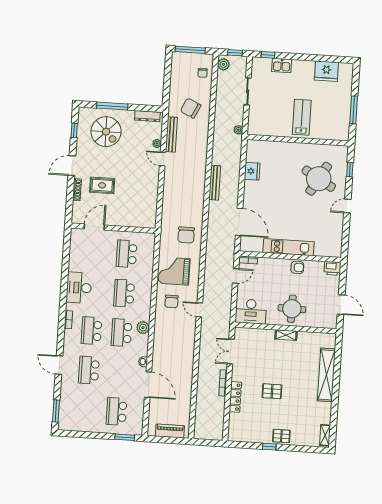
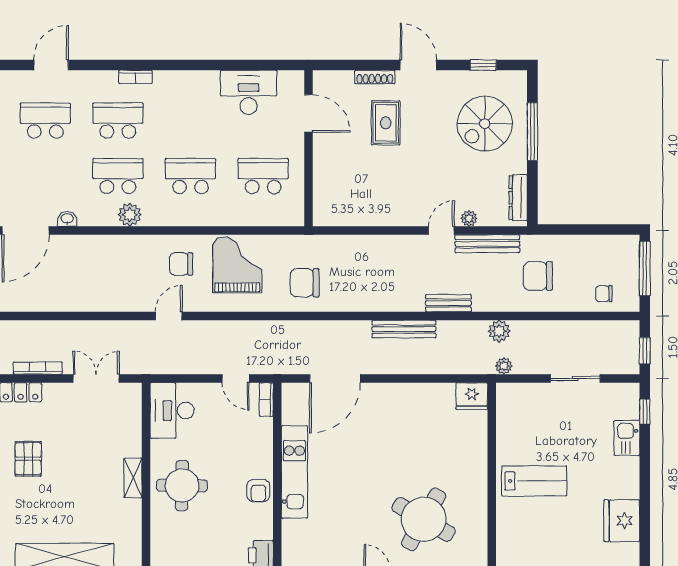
plant: (223, 64) -> (499, 331), moved
chair: (191, 108) -> (538, 276), turned -115
bench: (202, 158) -> (448, 303), added
fridge: (252, 171) -> (472, 396), moved
desk: (79, 288) -> (249, 92), moved

